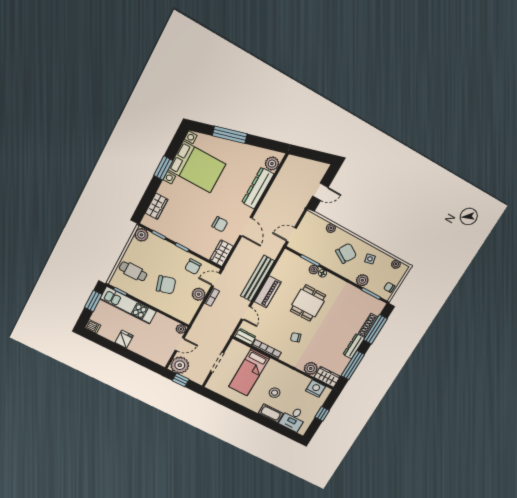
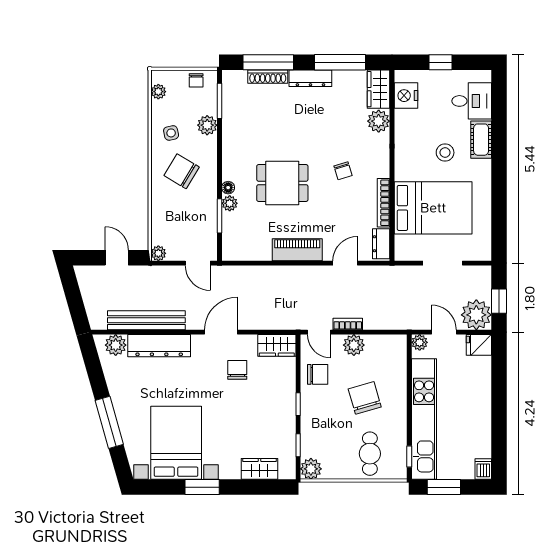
plant: (331, 228) -> (158, 253), moved
bench: (257, 278) -> (146, 320), moved
kitchen unit: (128, 305) -> (424, 419), width x1.36
fridge: (124, 339) -> (479, 345), moved
bed: (249, 372) -> (433, 208), width x1.50

